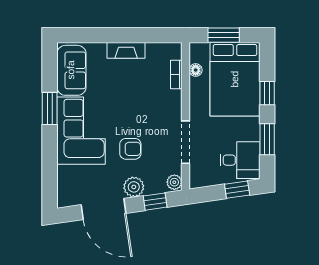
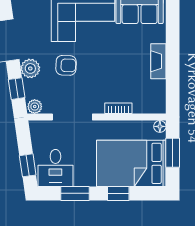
floor lamp: (196, 70) -> (160, 126), moved
bookcase: (176, 75) -> (118, 108), moved
armchair: (130, 149) -> (66, 65), turned -88

